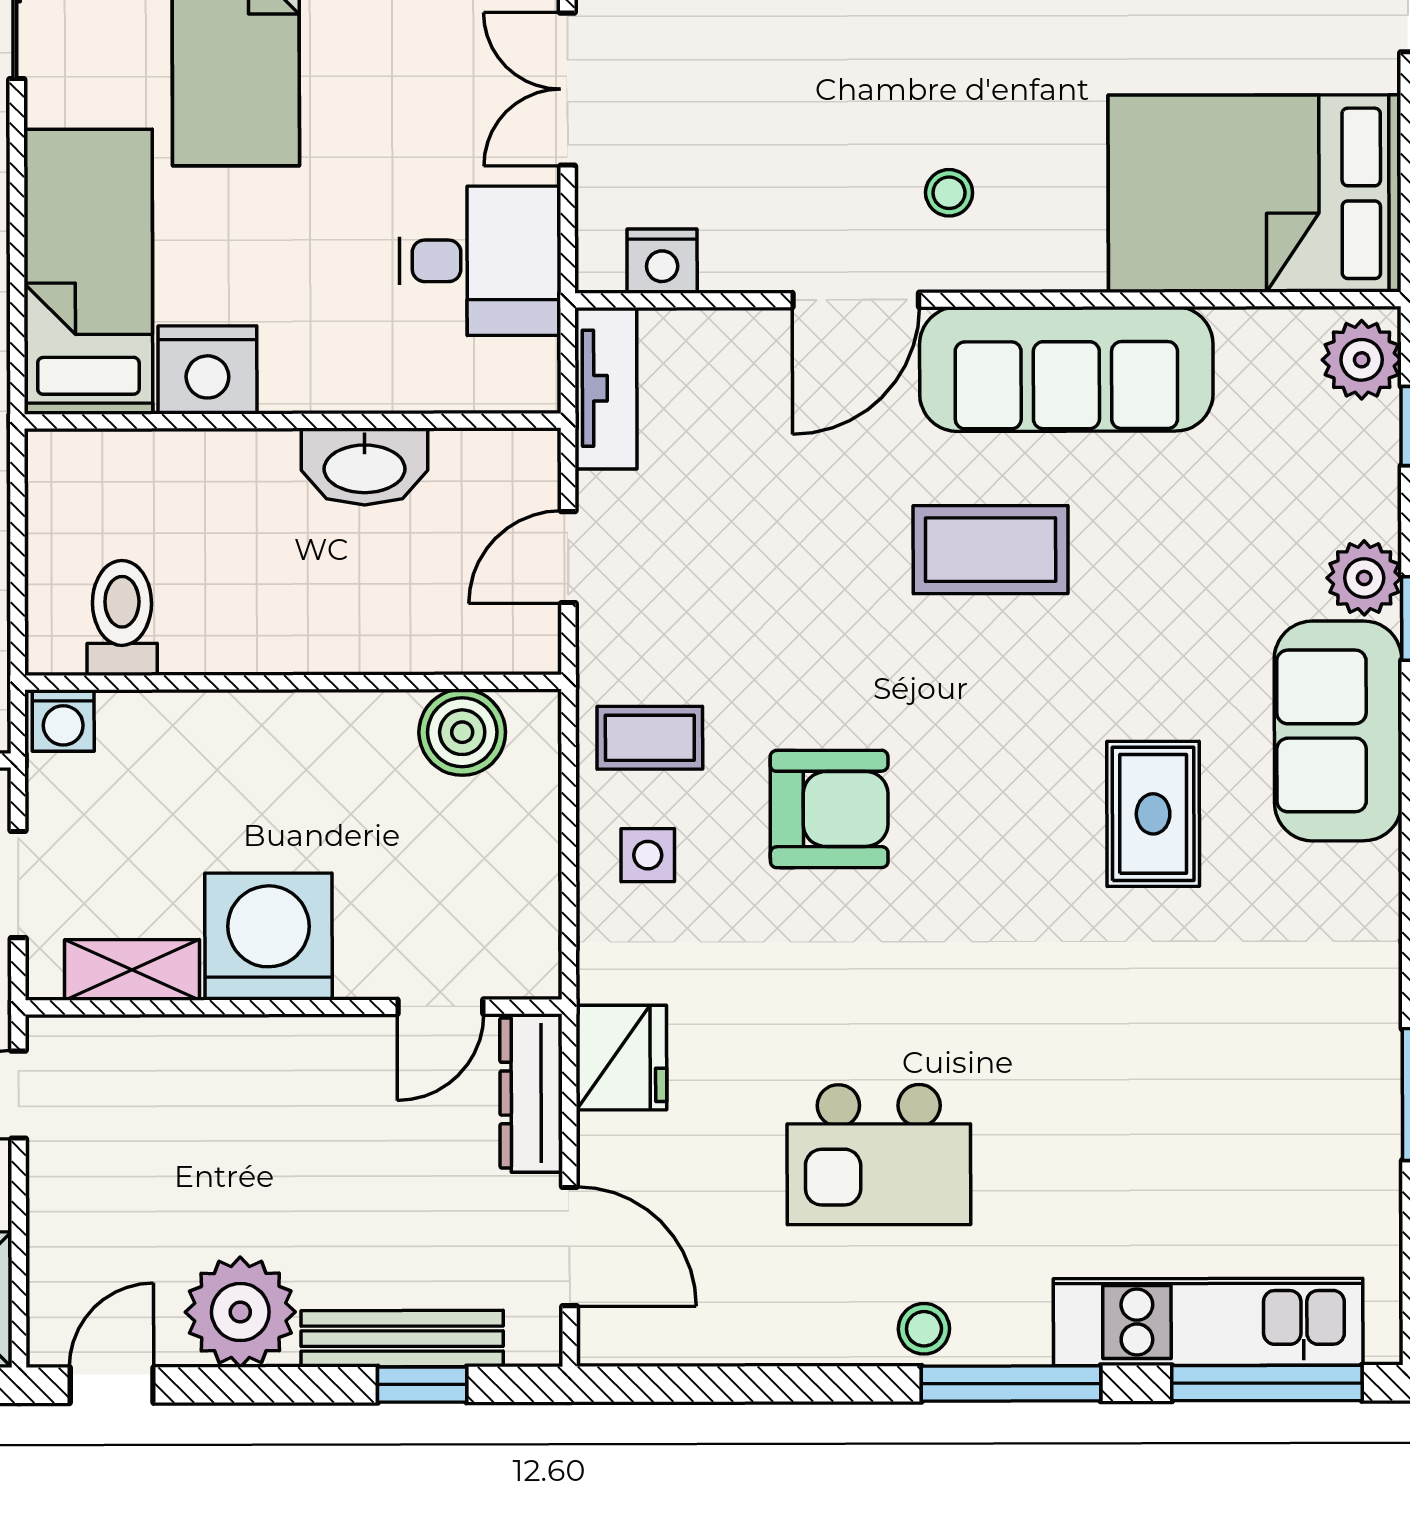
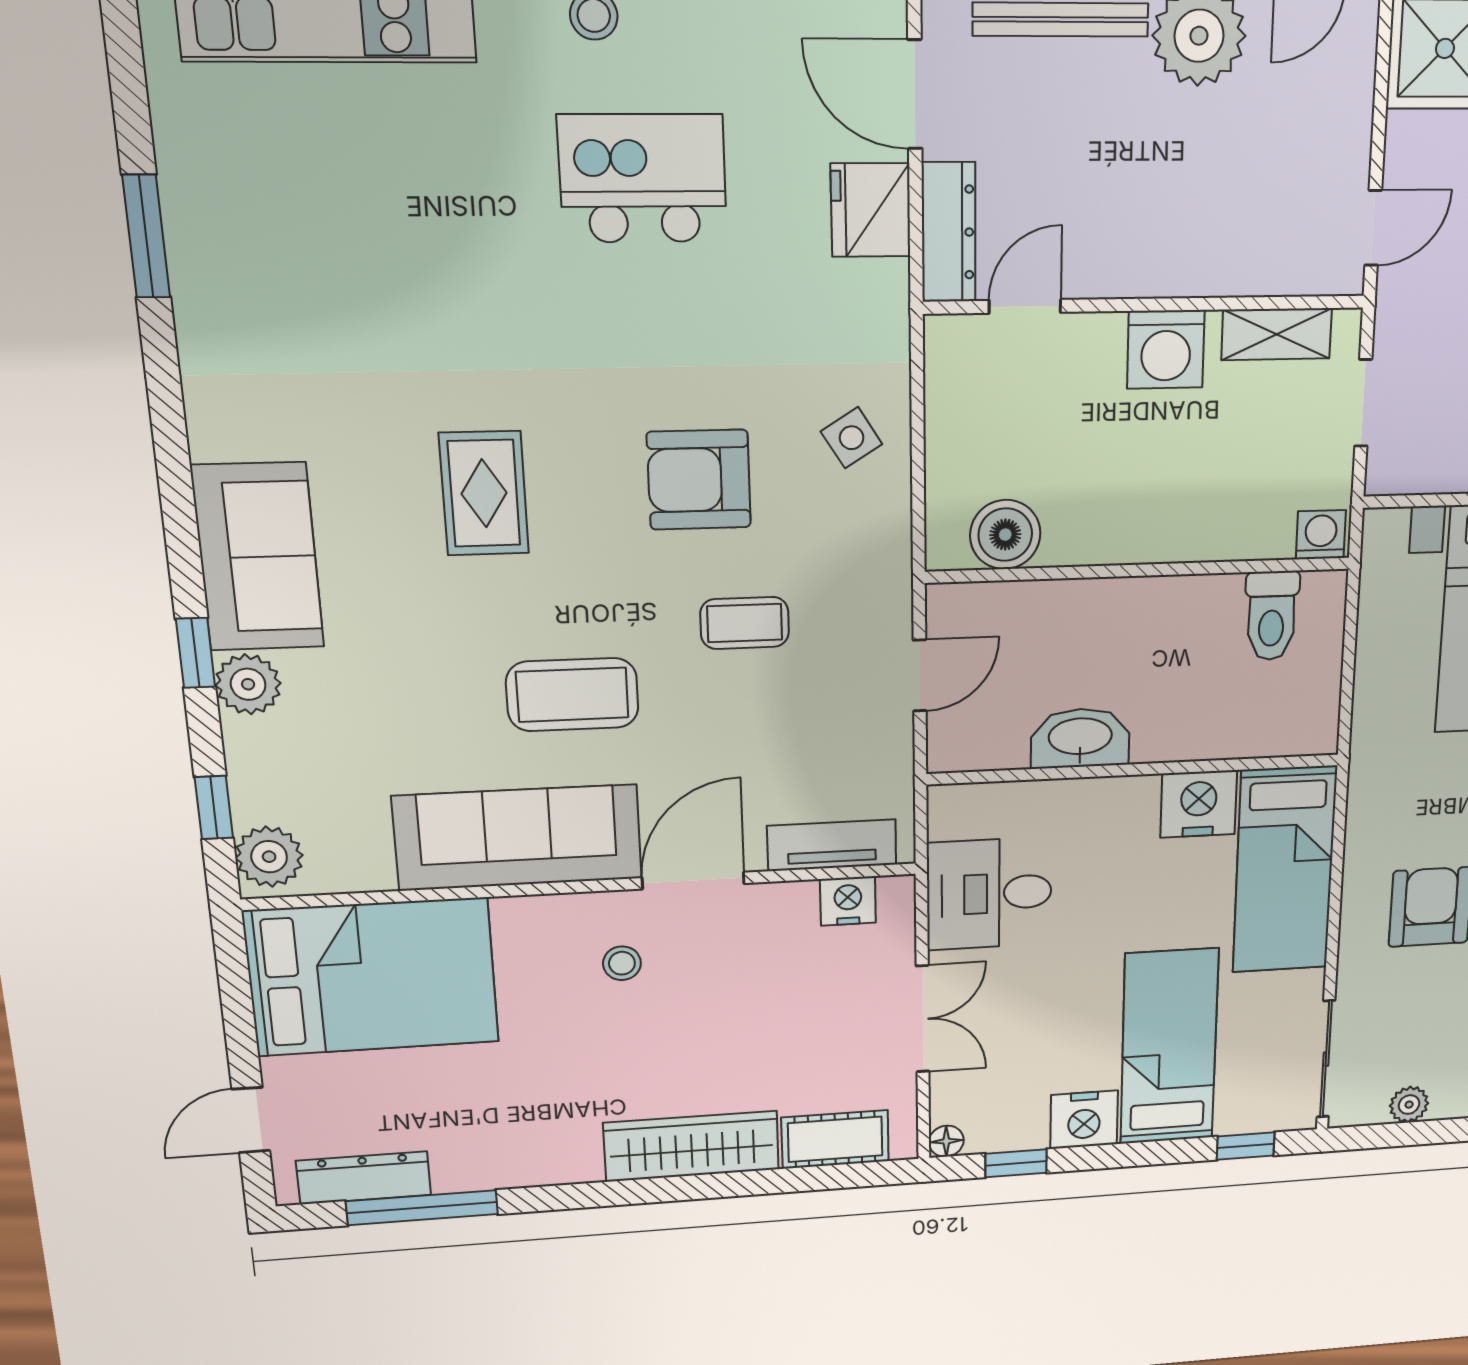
tv unit: (606, 388) -> (832, 845), moved, turned 90
coffee table: (650, 738) -> (745, 623), moved
rug: (1153, 814) -> (484, 493), moved
side table: (648, 855) -> (852, 438), turned -32
washing machine: (268, 937) -> (1166, 349), width x0.73, depth x0.73
fridge: (621, 1058) -> (871, 210), moved

